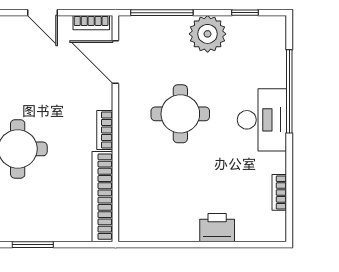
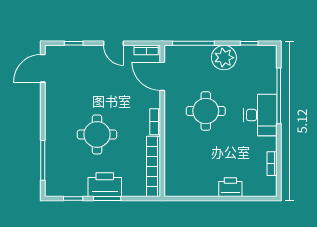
printer: (29, 224) -> (105, 185), added

